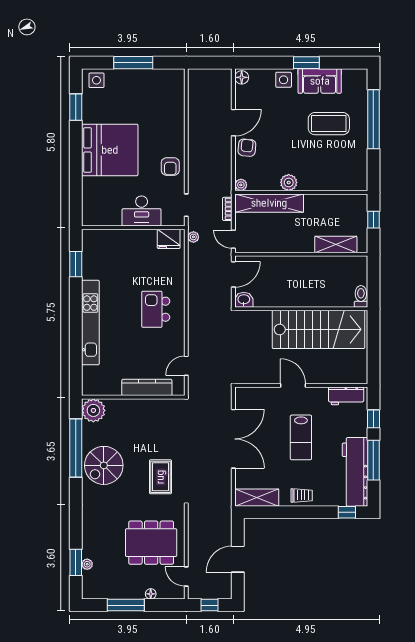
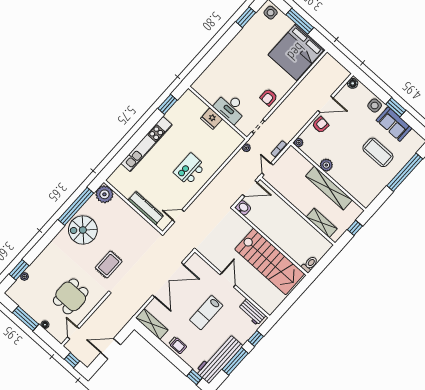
bed: (110, 150) -> (296, 52), moved, turned 90
shelving: (269, 203) -> (329, 188), moved
fridge: (169, 239) -> (211, 119), moved
dining table: (151, 543) -> (71, 296), width x0.73

